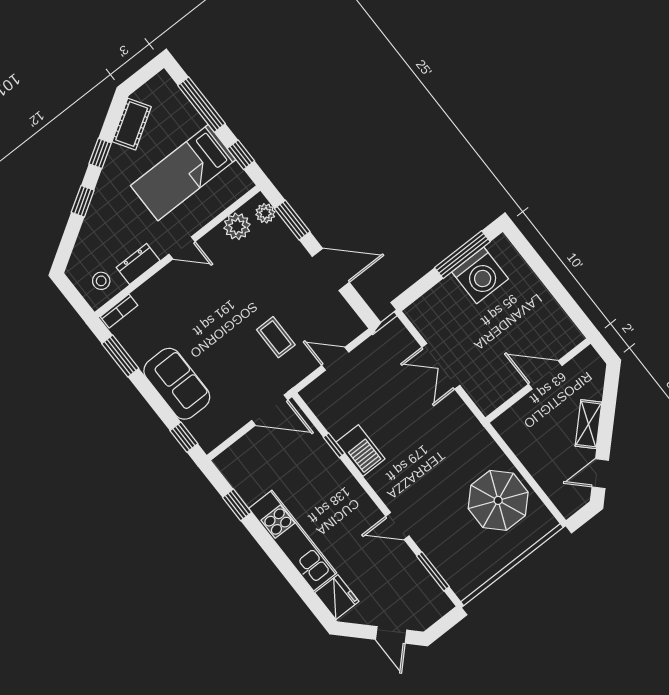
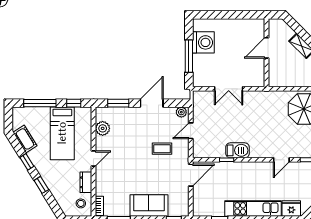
plant: (265, 213) -> (181, 112), moved
window: (462, 255) -> (189, 56), moved

